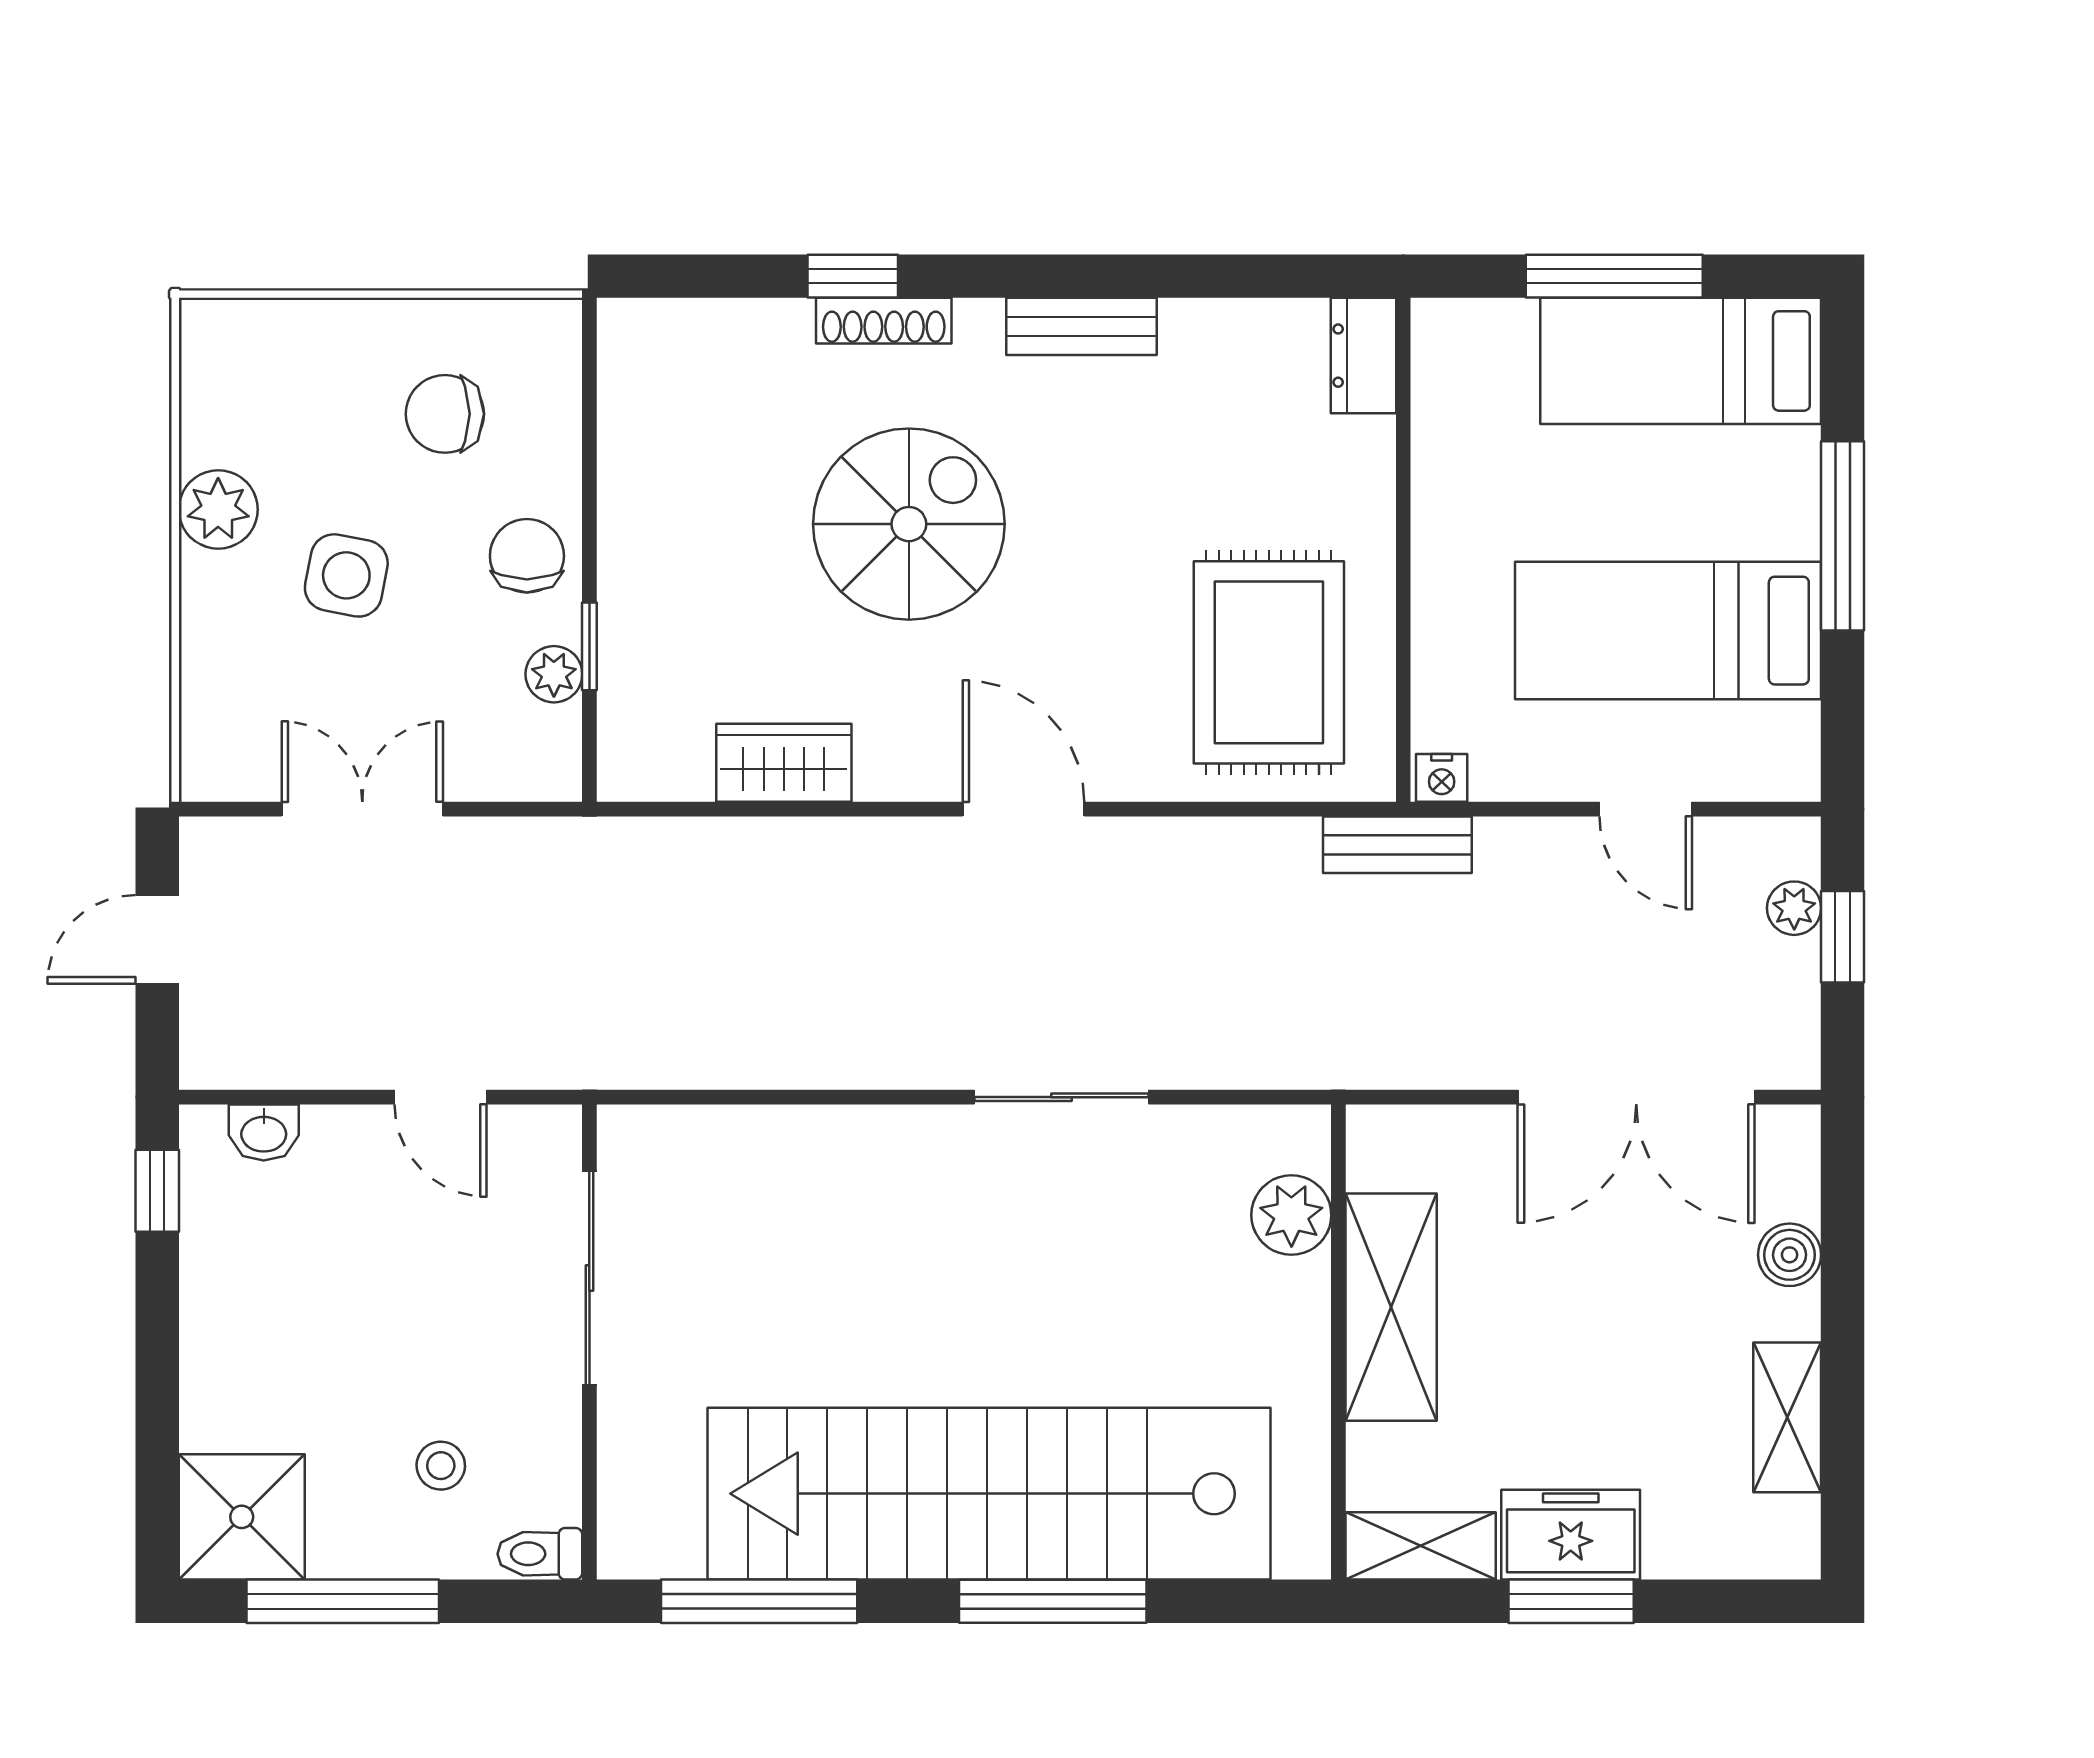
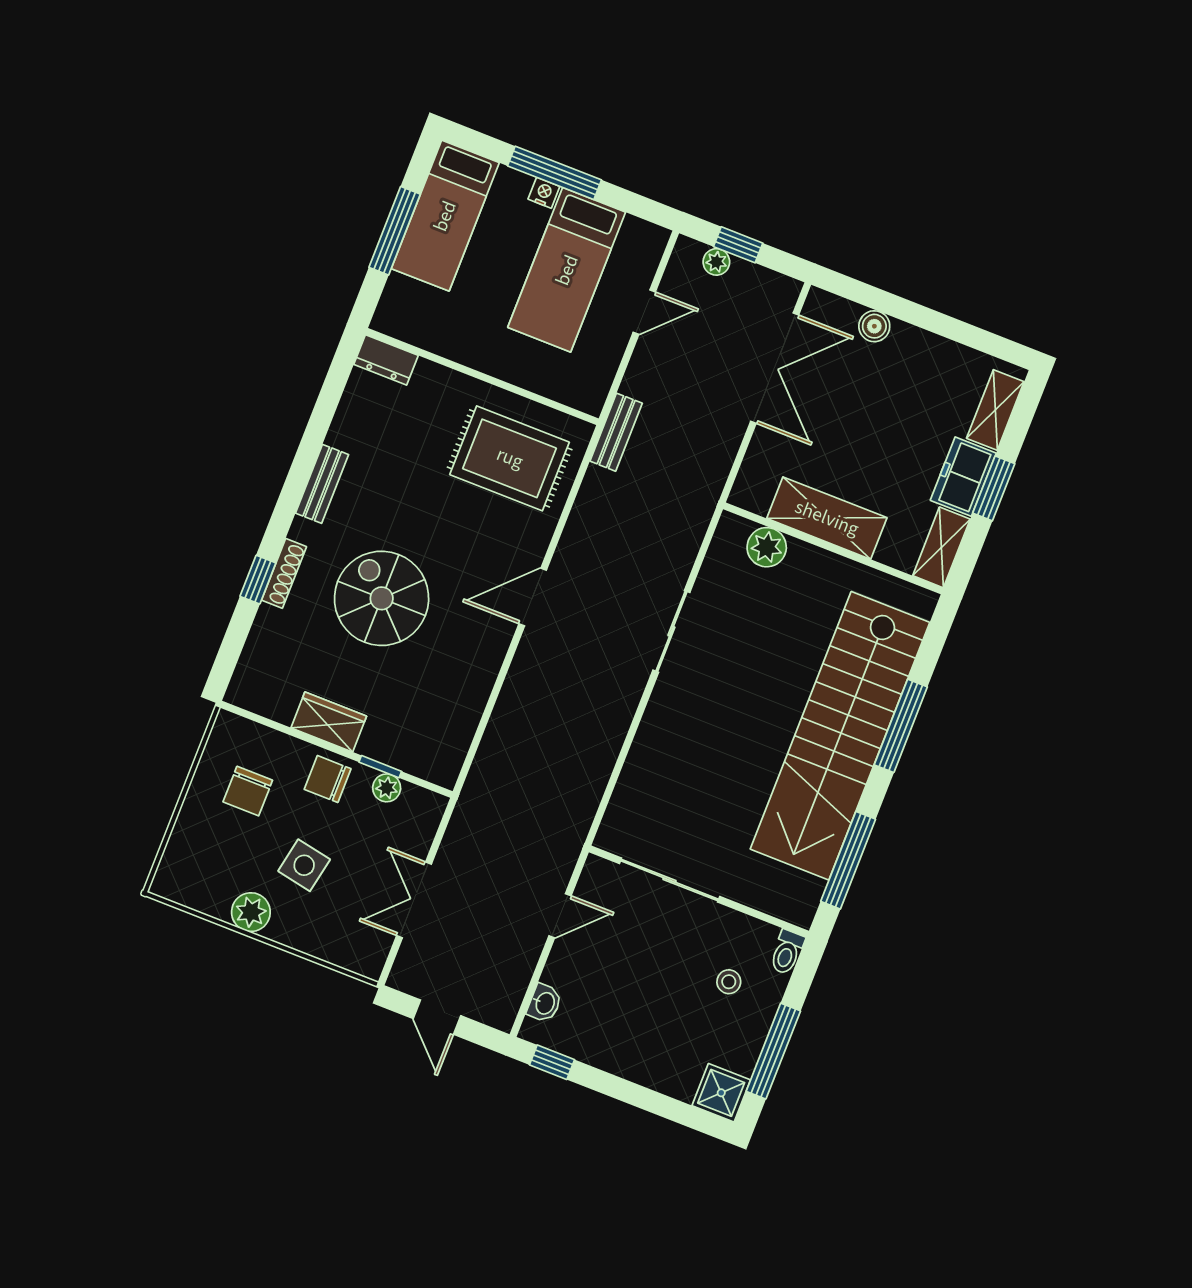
wardrobe: (784, 763) -> (329, 722), moved, turned 90
nightstand: (1442, 778) -> (544, 193), moved, turned -90
shelving: (1787, 1417) -> (995, 410), moved, turned 90
shower: (242, 1517) -> (721, 1093), width x0.73, depth x0.73

